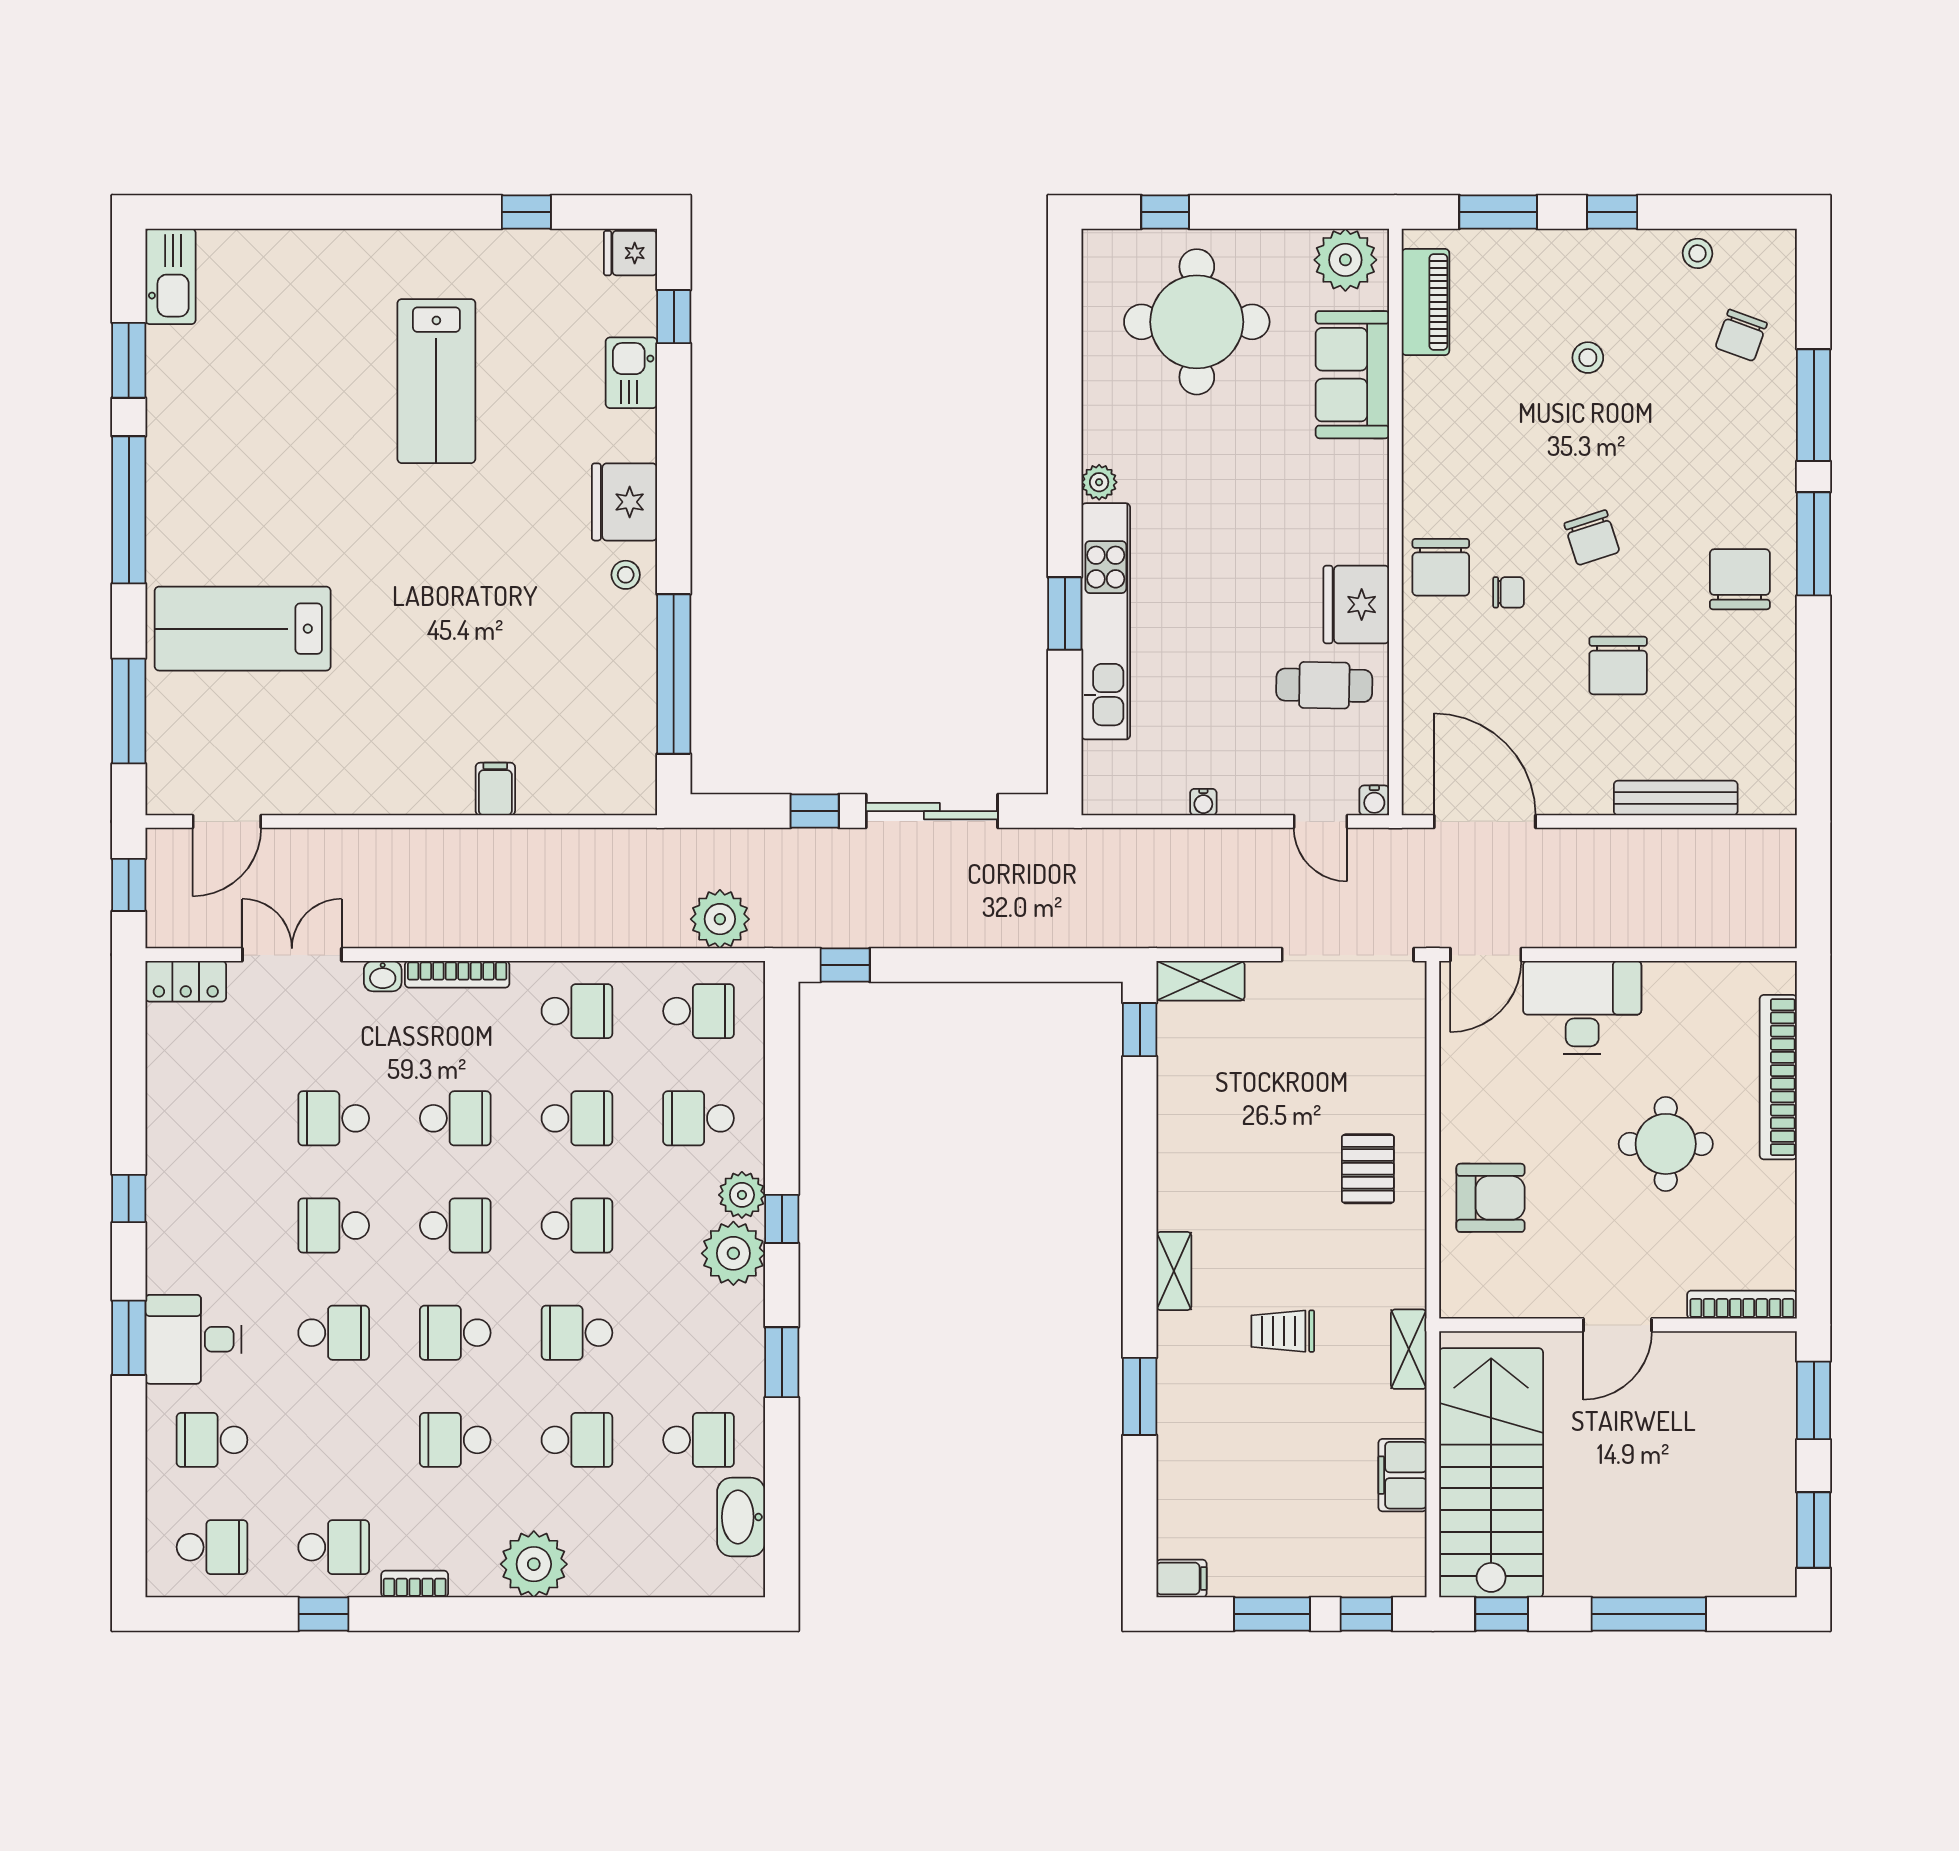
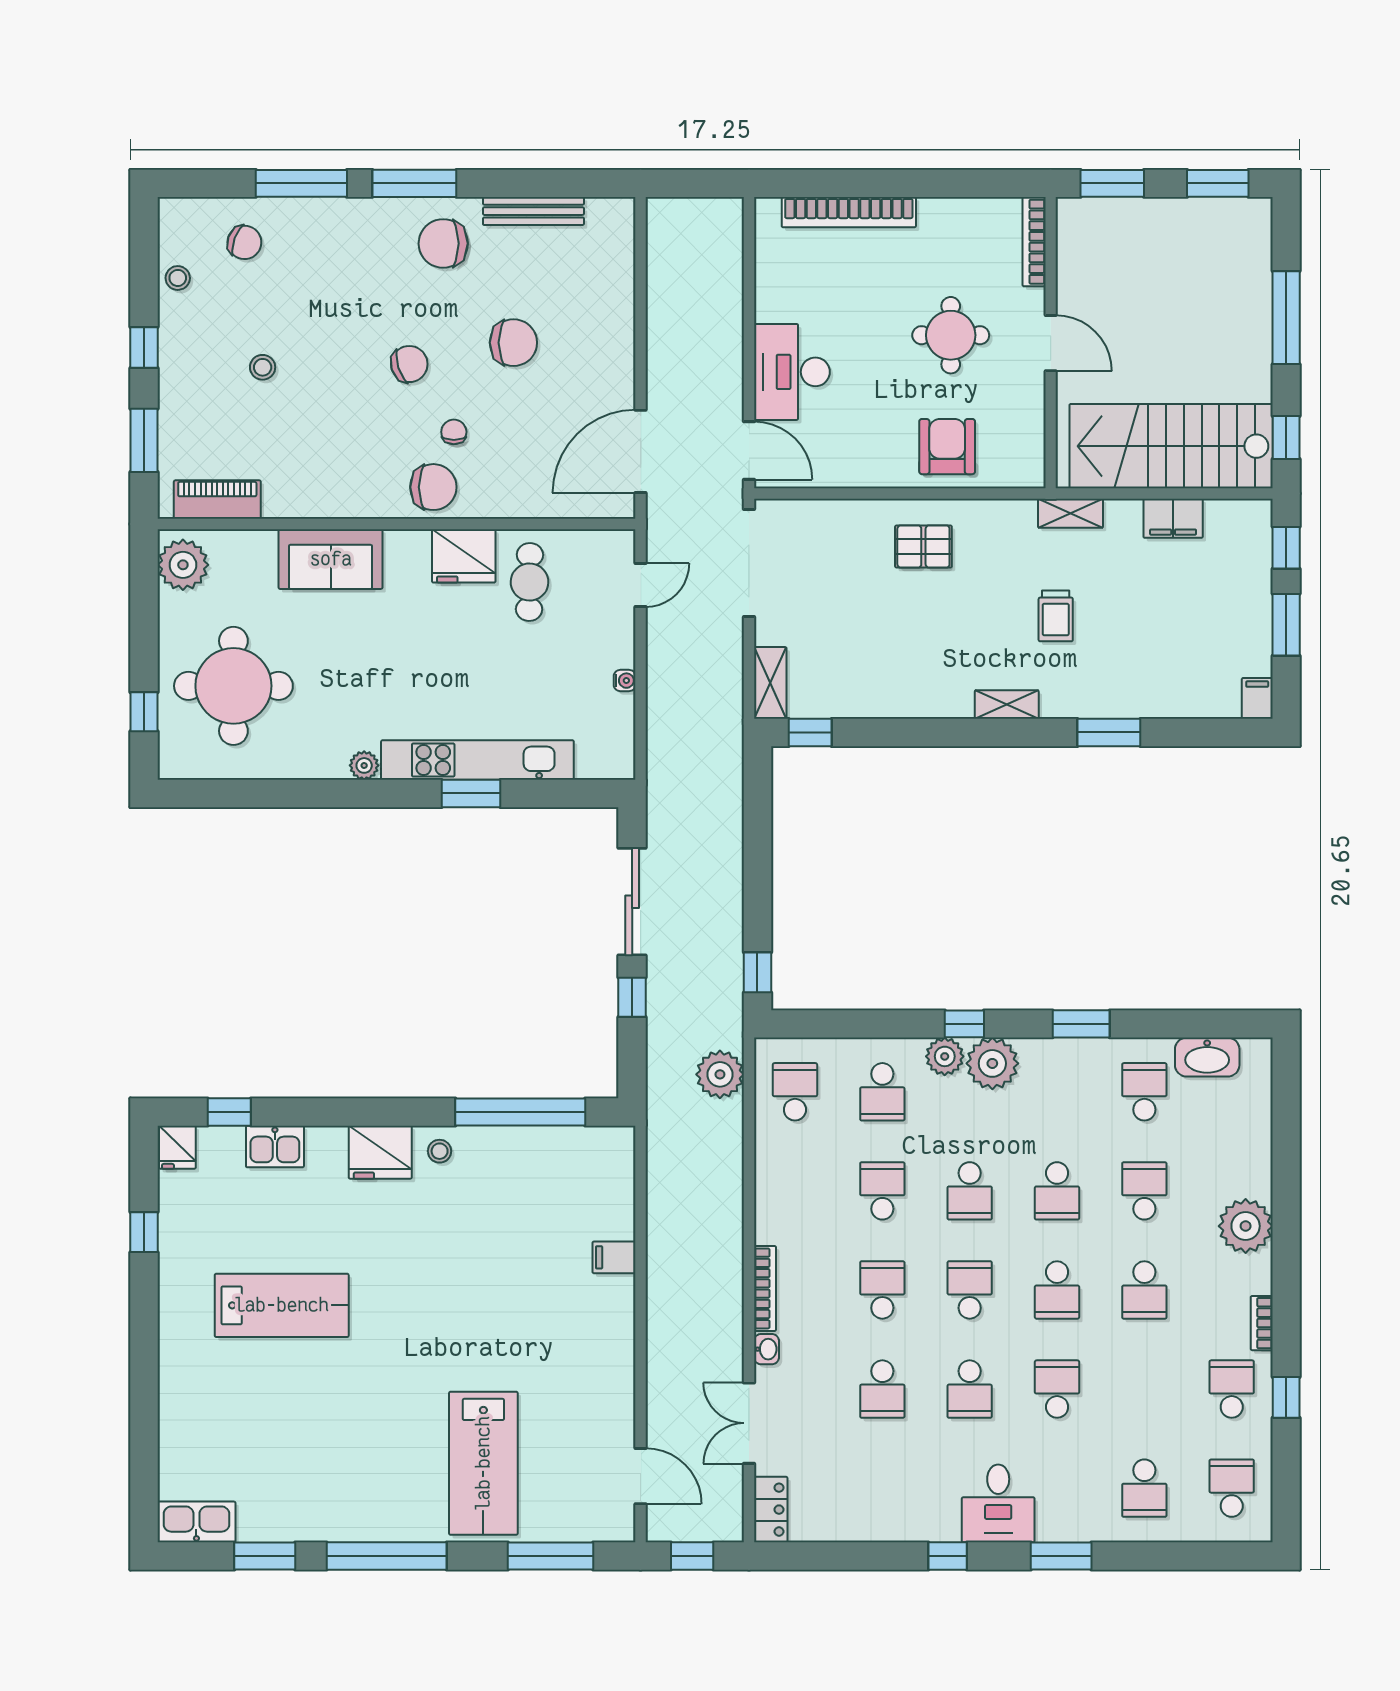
sofa: (1352, 375) -> (331, 559), moved
bench: (1676, 798) -> (533, 211), moved, turned 90
water cooler: (1374, 800) -> (623, 541), removed
school desk: (577, 1011) -> (795, 1191), removed
round table: (1666, 1144) -> (951, 335), moved
school desk: (577, 1226) -> (970, 1191), turned 180
desk: (193, 1339) -> (998, 1503), moved

